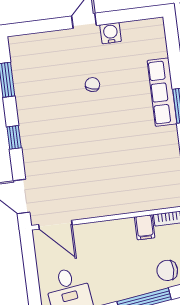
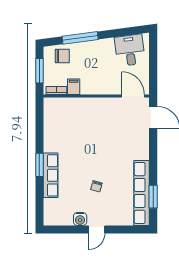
row of seats: (25, 83) -> (142, 193), added
window: (14, 137) -> (153, 158), removed

